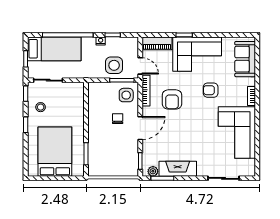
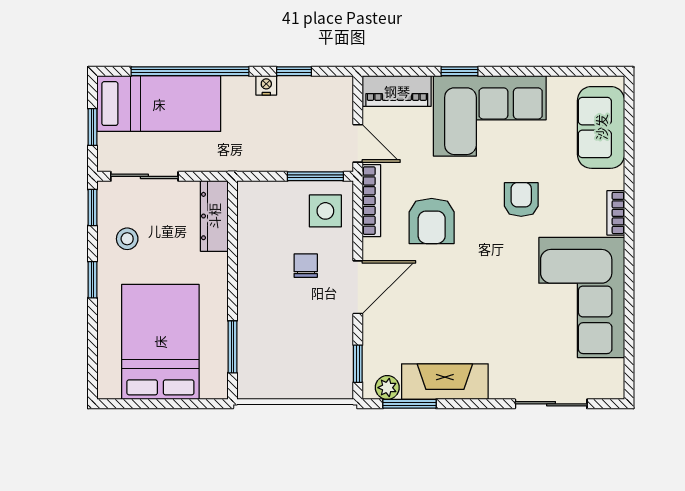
side table: (114, 65) -> (297, 142), removed
armchair: (211, 90) -> (521, 199), turned 90
dresser: (78, 97) -> (214, 216), added

